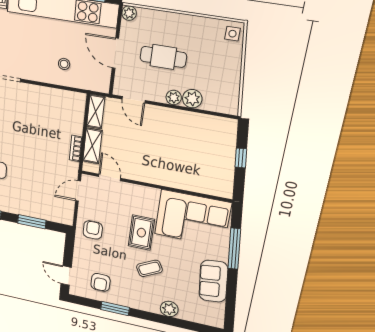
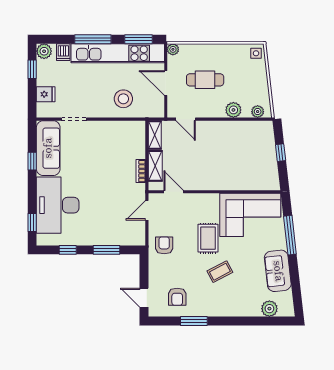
stool: (64, 64) -> (123, 99), width x1.89, depth x1.89
plant: (174, 98) -> (258, 112), moved
plant: (169, 309) -> (269, 309), moved

